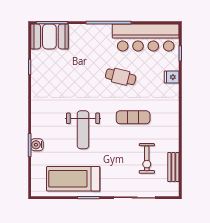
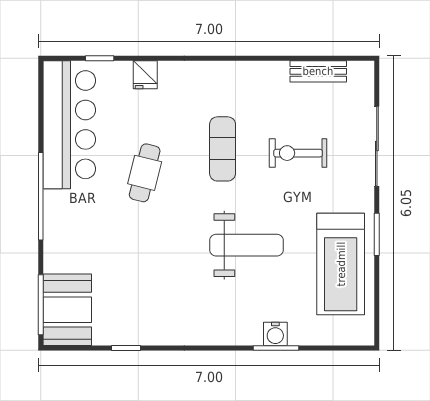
exercise bike: (147, 158) -> (298, 153), moved, turned 180

